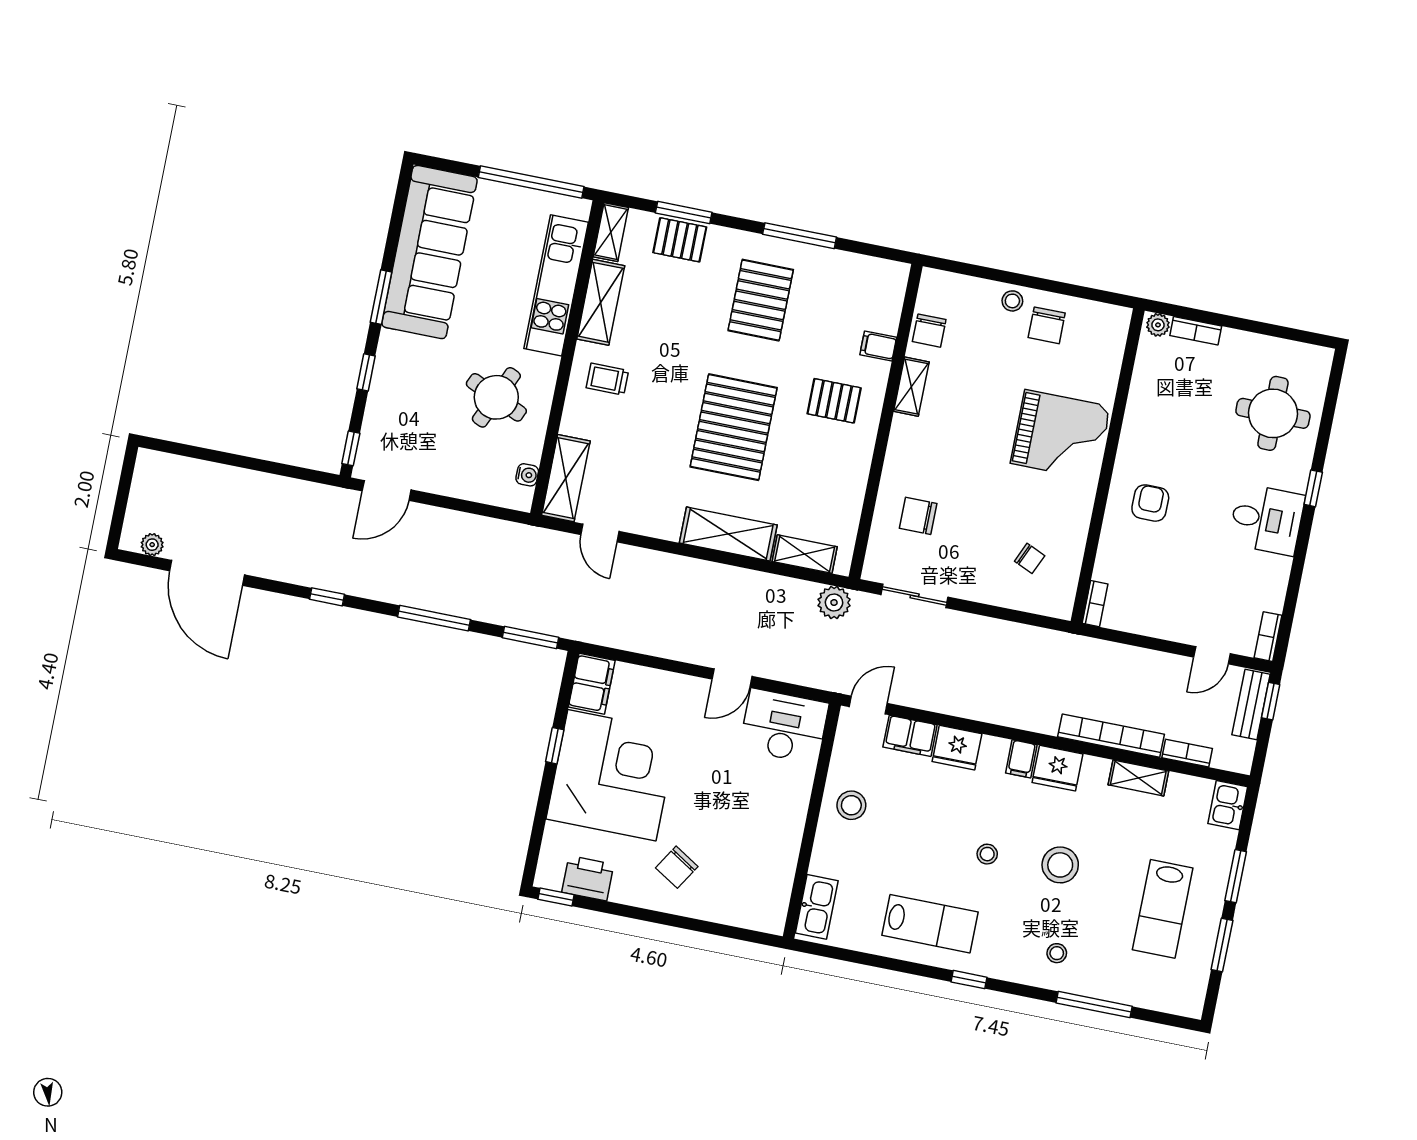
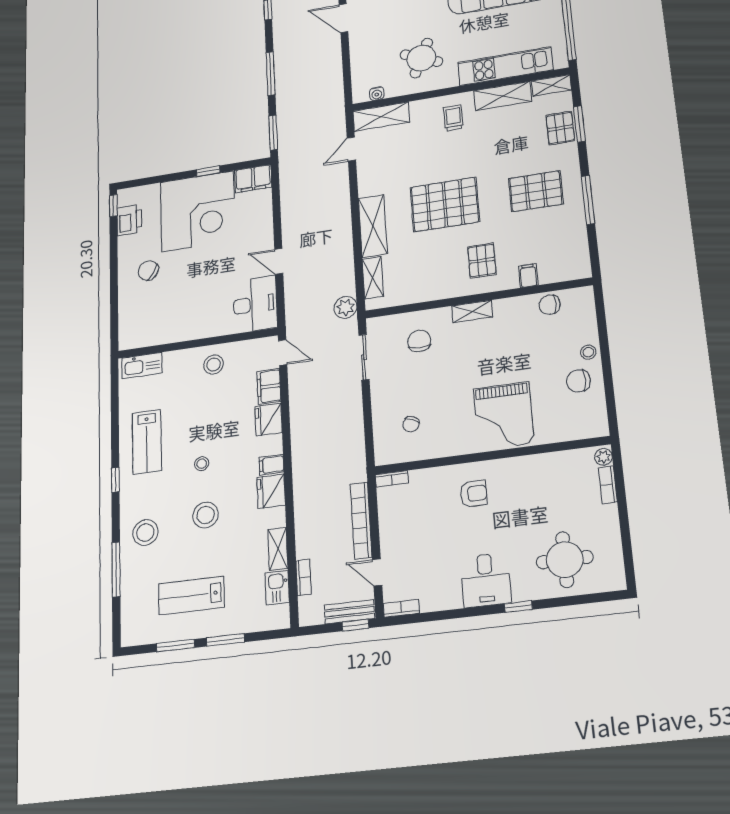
shelving: (911, 387) -> (472, 311), moved
bookcase: (1111, 736) -> (361, 521), moved, turned 180
kitchen sink: (1228, 805) -> (277, 588), moved, turned -90
stool: (1057, 953) -> (145, 533), width x1.89, depth x1.89

